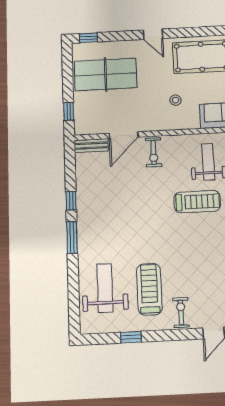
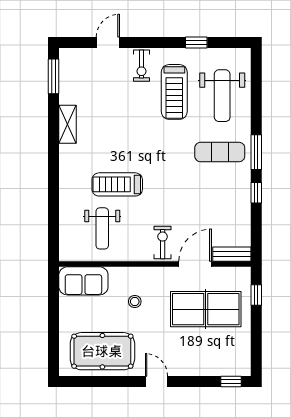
table tennis table: (106, 74) -> (206, 309), moved
exercise mat: (105, 236) -> (220, 152), added

